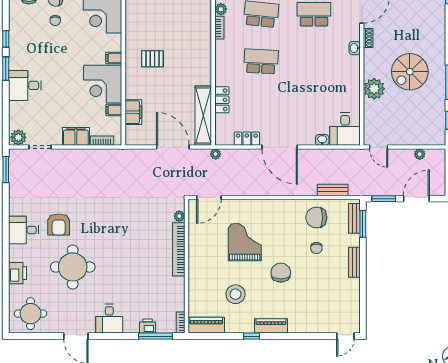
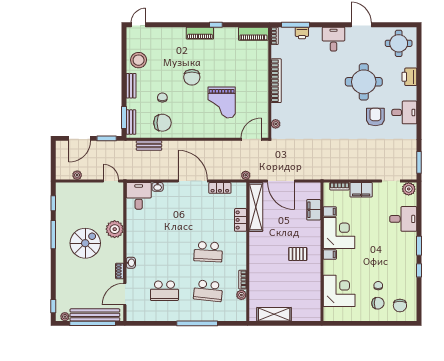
desk: (25, 85) -> (403, 219), moved
bookcase: (179, 249) -> (276, 81), moved
stool: (236, 294) -> (139, 60), moved

